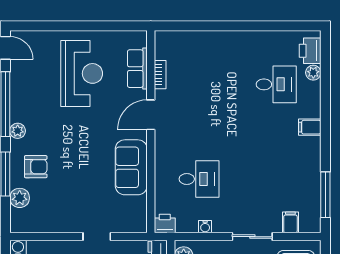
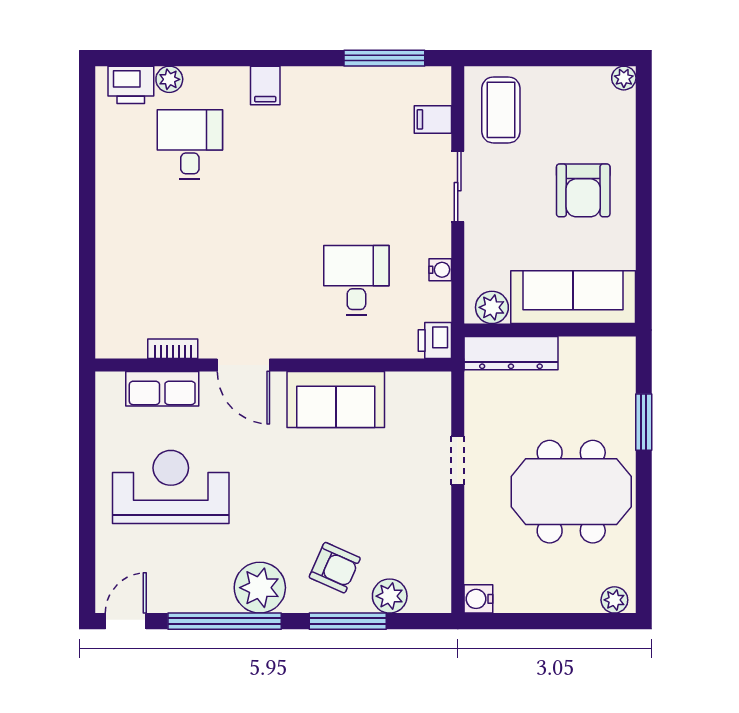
plant: (18, 131) -> (260, 588), width x1.88, depth x1.88
armchair: (36, 167) -> (335, 568), turned 114

